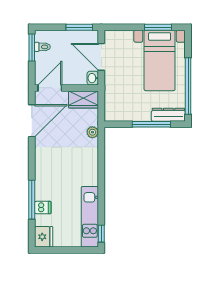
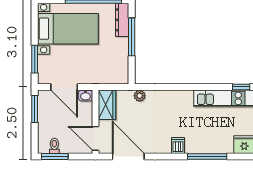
window: (158, 27) -> (35, 59), moved
door: (101, 57) -> (64, 87), hinge flipped
dishwasher: (43, 207) -> (178, 145), moved

